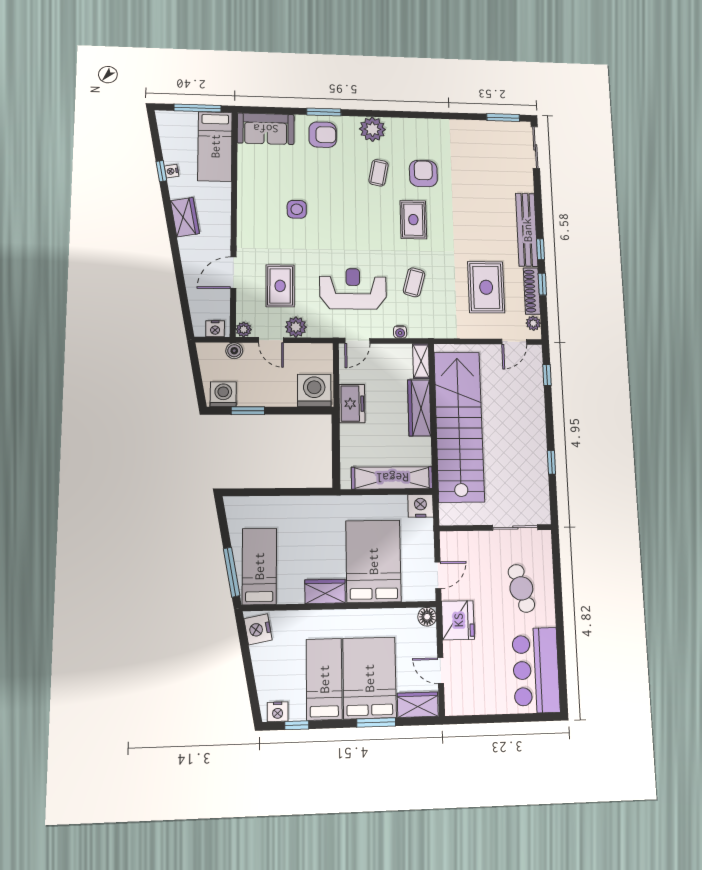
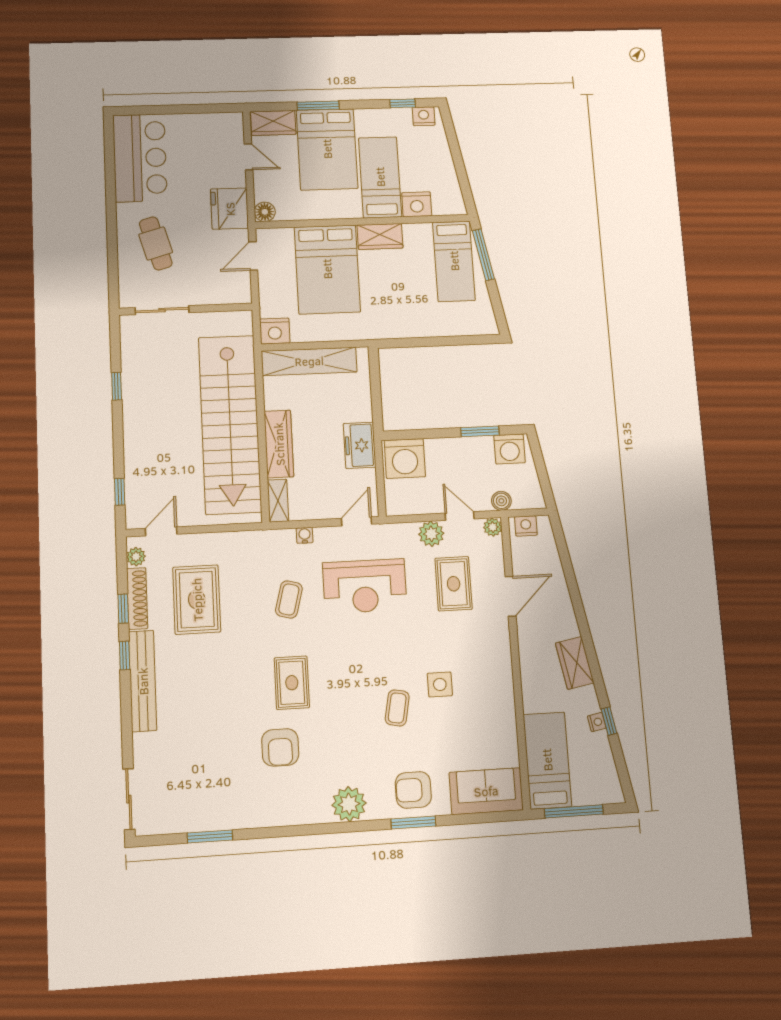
window: (503, 118) -> (210, 836), moved
coffee table: (379, 173) -> (397, 708), moved
nightstand: (258, 629) -> (417, 204), moved, turned 101
bed: (324, 679) -> (380, 177), moved, turned 180

